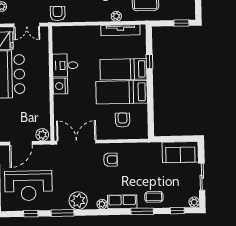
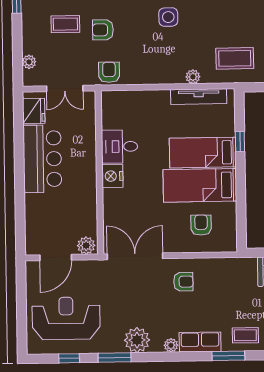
reception desk: (28, 186) -> (66, 318), turned 180

